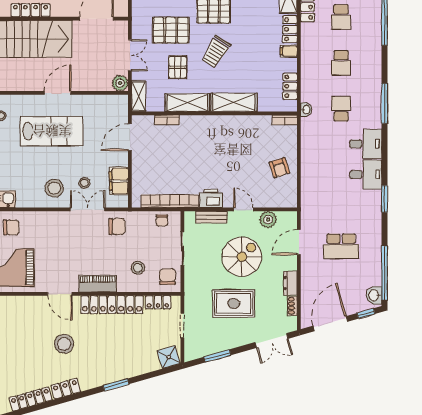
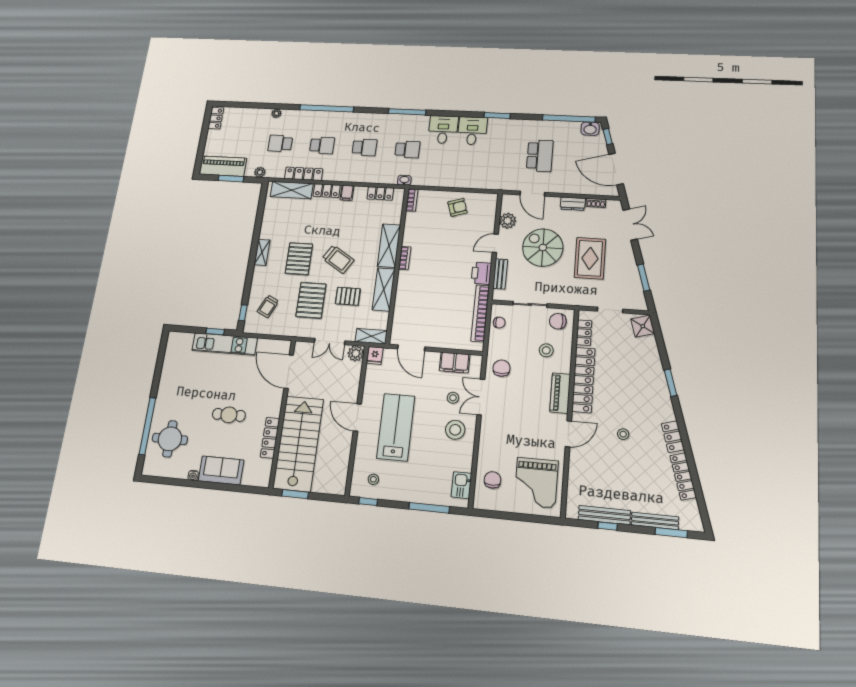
double door: (130, 55) -> (330, 342), swing flipped
fridge: (120, 102) -> (375, 355), added
school desk: (341, 109) -> (407, 149), turned 180
bookcase: (167, 120) -> (405, 258), moved
stool: (64, 344) -> (623, 434), width x0.53, depth x0.53

